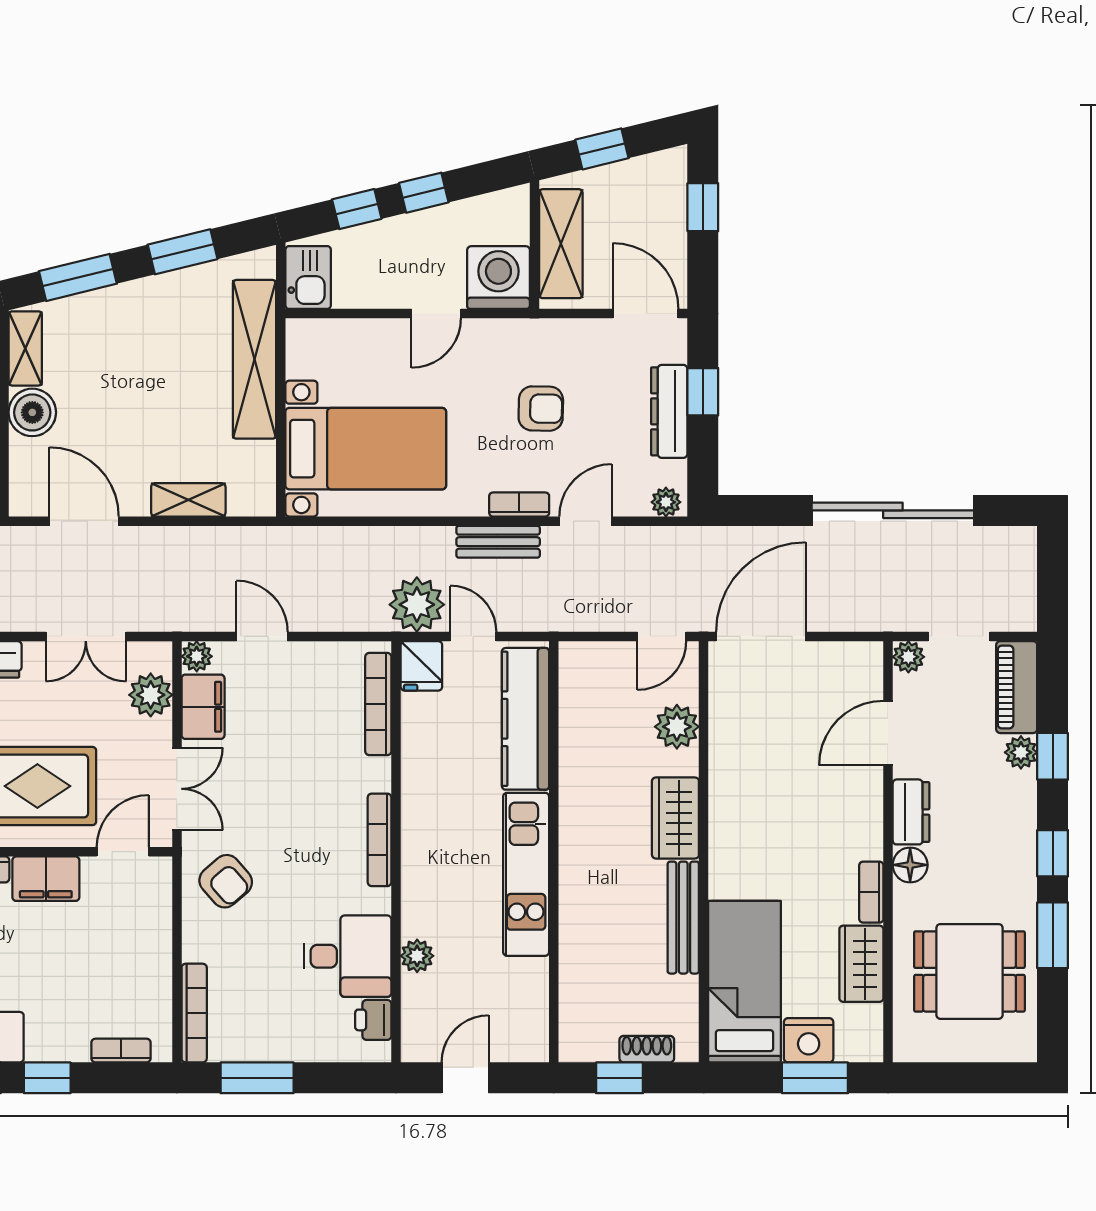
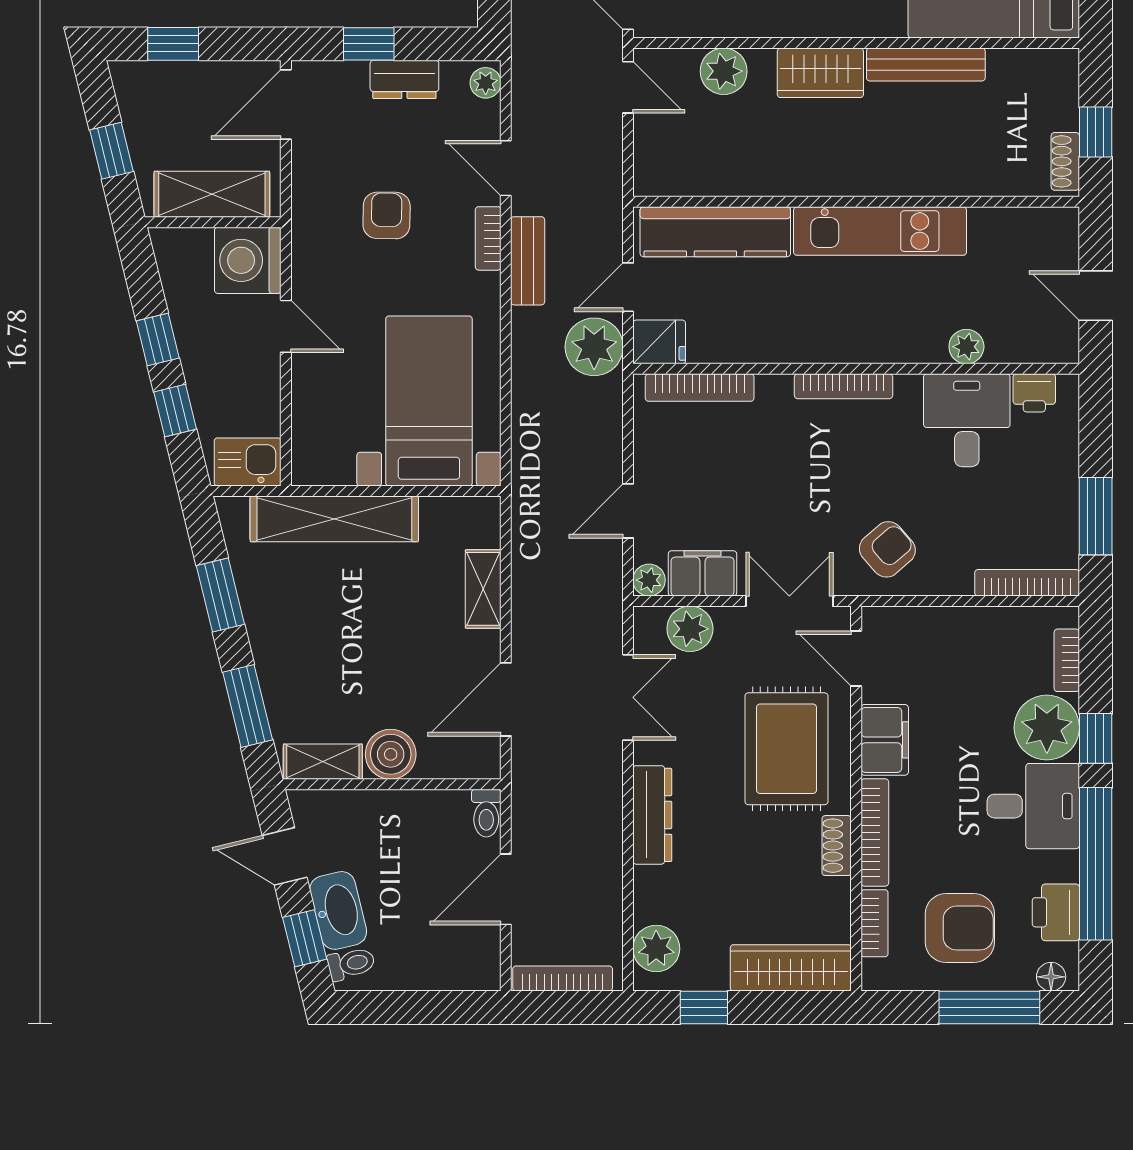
dresser: (669, 411) -> (404, 79), width x0.70
plant: (58, 1032) -> (1047, 728), added
shoe rack: (647, 1049) -> (1065, 161), moved

